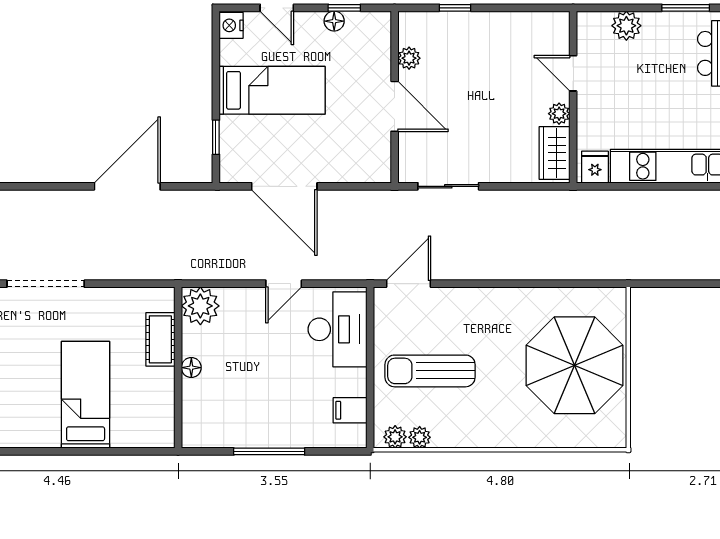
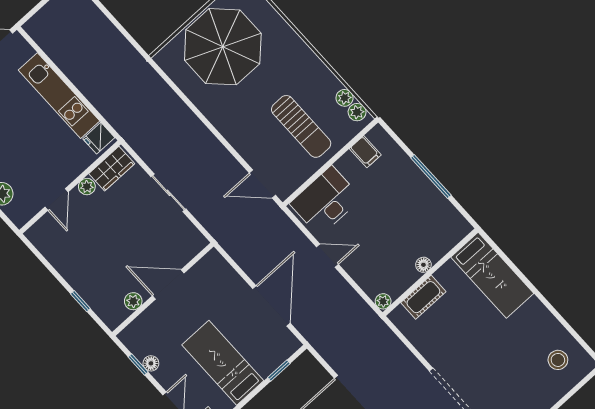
door: (395, 106) -> (168, 284), hinge flipped
sliding door: (448, 186) -> (168, 193), moved
plant: (200, 306) -> (383, 301), width x0.53, depth x0.53
bed: (86, 395) -> (492, 275), moved, turned -90

